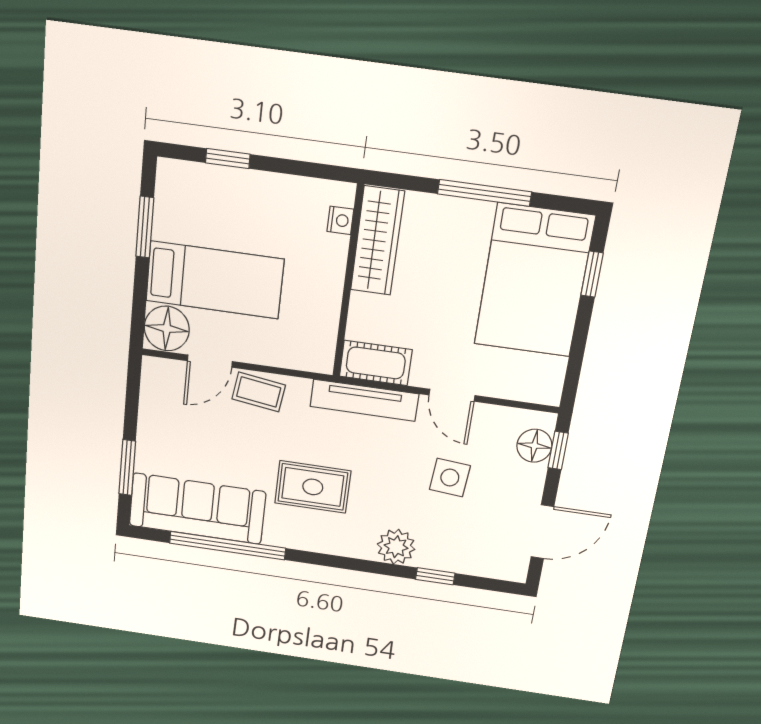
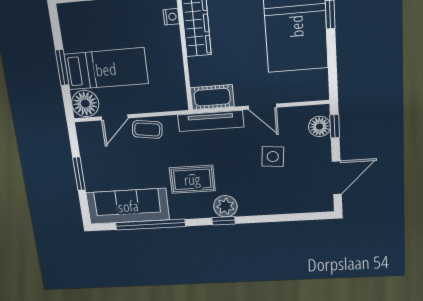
window: (145, 227) -> (62, 67), moved
window: (127, 468) -> (79, 174), moved
plant: (396, 547) -> (225, 206), moved
window: (435, 576) -> (224, 221), moved

